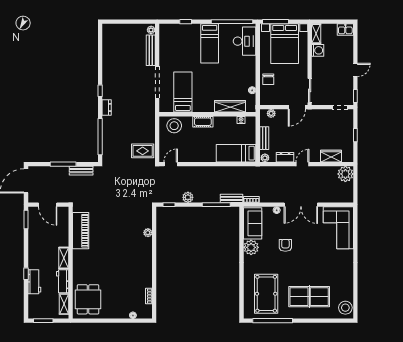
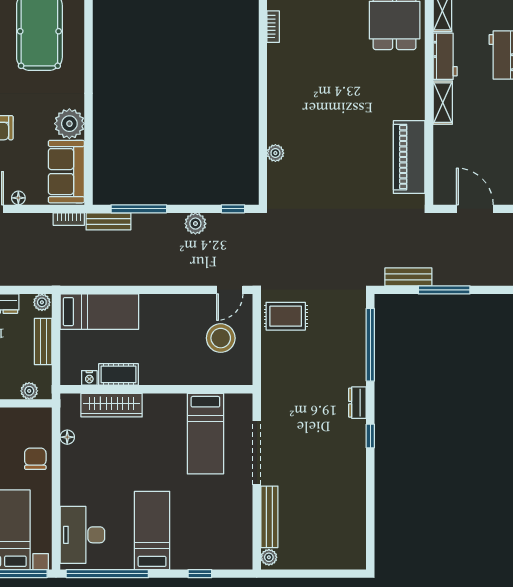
cot: (203, 122) -> (118, 374), moved
stool: (174, 126) -> (221, 338), moved

